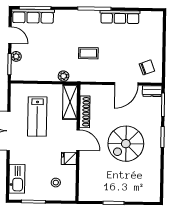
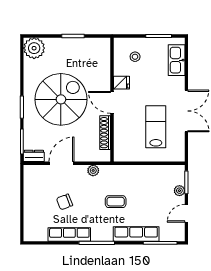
row of seats: (33, 16) -> (136, 234), moved
door: (10, 35) -> (186, 213), hinge flipped
coffee table: (88, 53) -> (116, 202), moved
chair: (147, 67) -> (64, 202), moved
plant: (64, 76) -> (93, 170), moved
shelving: (70, 102) -> (121, 143), removed
spiral stairs: (126, 144) -> (61, 99), width x1.37, depth x1.37
plant: (150, 192) -> (34, 48), added

